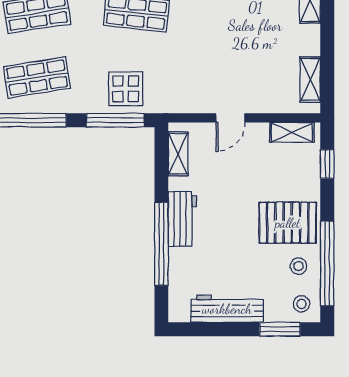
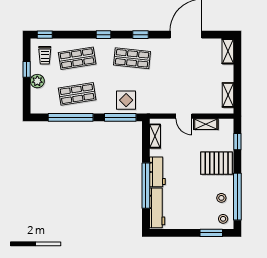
door: (230, 118) -> (184, 116), hinge flipped
shelving: (292, 132) -> (206, 124), moved
pallet: (288, 223) -> (217, 163), moved
workbench: (227, 309) -> (157, 208), moved, turned 90

